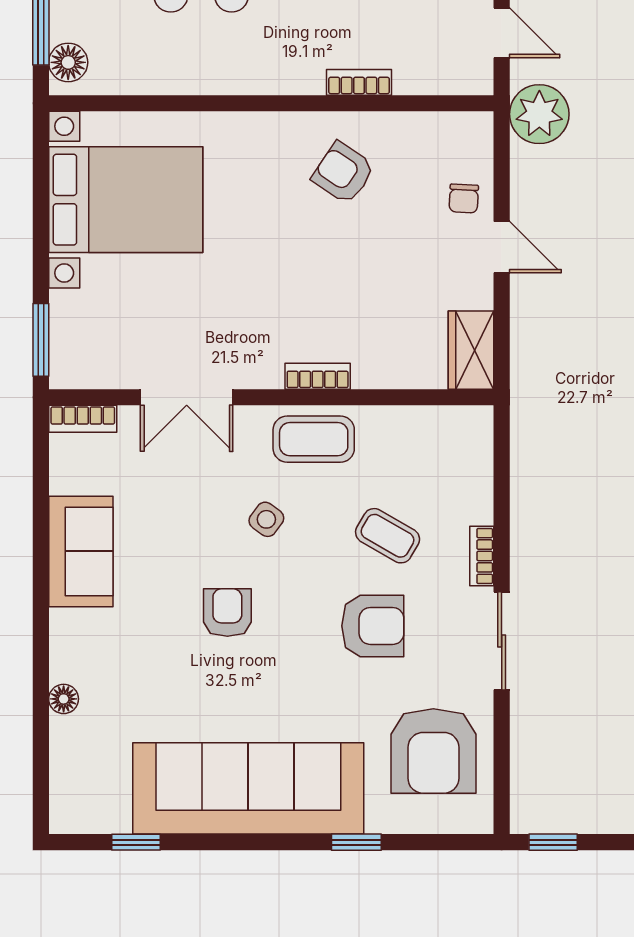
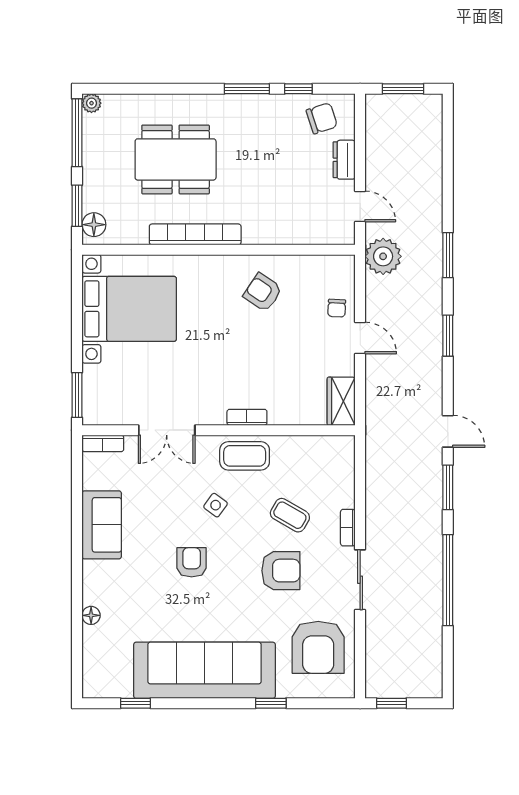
bookcase: (359, 82) -> (195, 234), moved, width x2.31, depth x1.31

